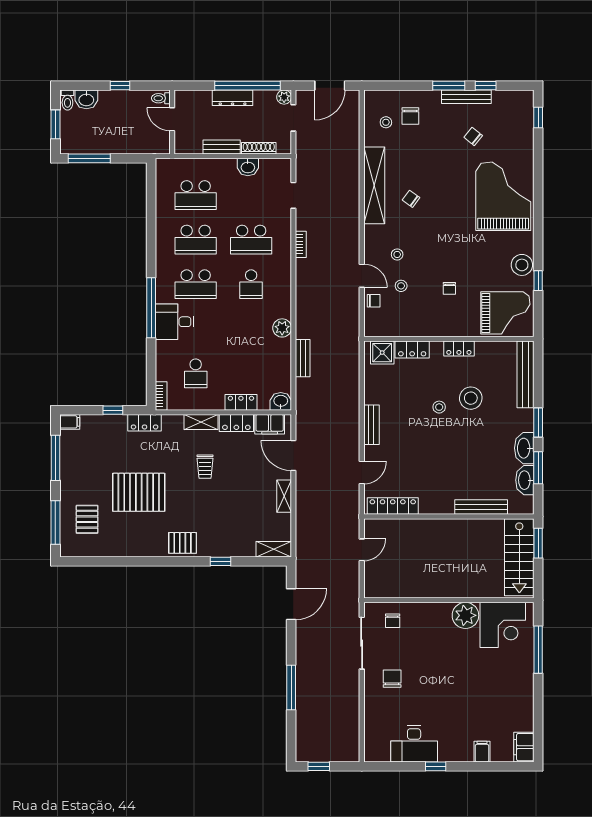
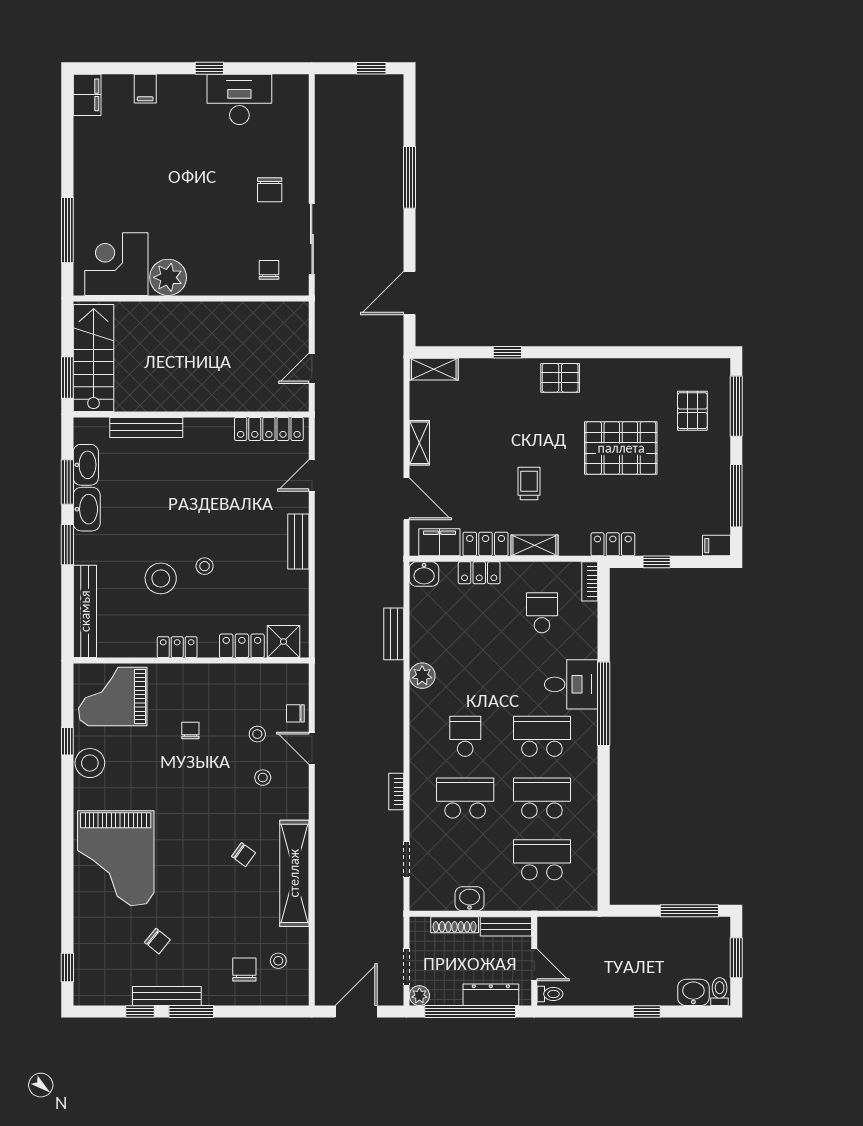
toilet: (161, 98) -> (550, 994), moved
door: (172, 119) -> (534, 965), moved
wall: (172, 122) -> (534, 961), moved

